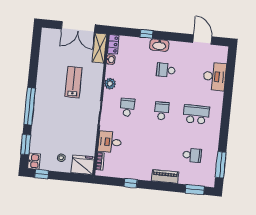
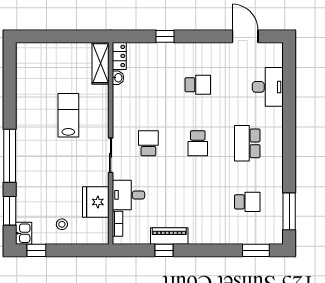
double door: (78, 27) -> (67, 36), removed
washbasin: (159, 45) -> (185, 50), removed
school desk: (166, 70) -> (198, 85), turned 180
plant: (110, 84) -> (120, 112), removed
school desk: (162, 111) -> (198, 143), turned 180
school desk: (196, 114) -> (247, 143), turned -90
fridge: (83, 165) -> (96, 202), moved, turned -90
piano: (165, 177) -> (169, 236), moved

